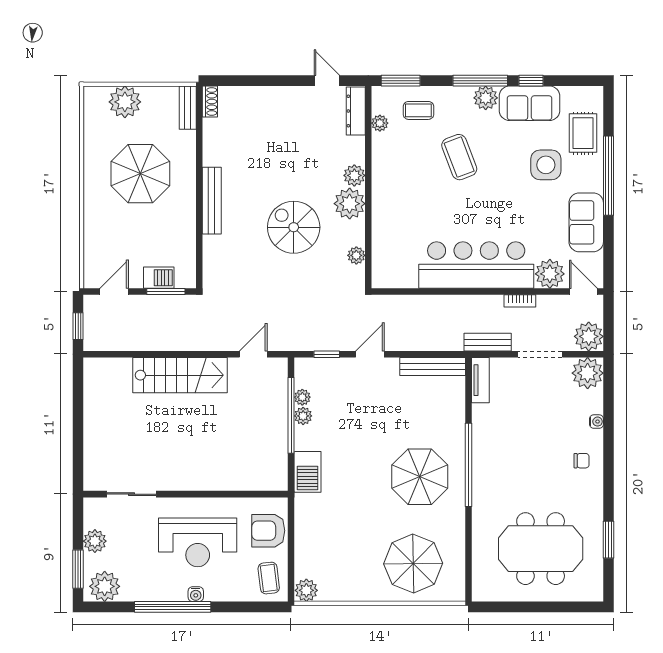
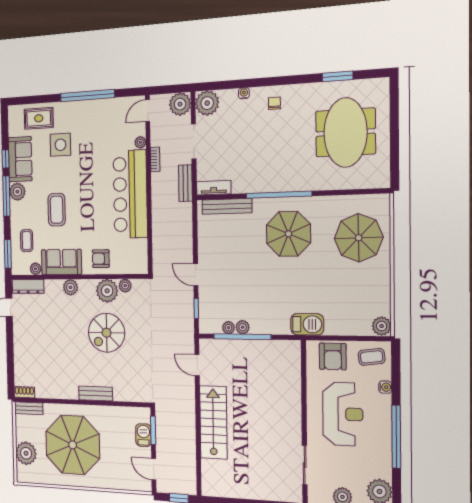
coffee table: (459, 157) -> (57, 210), turned -69
parasol: (140, 174) -> (73, 445), width x1.36, depth x1.36
window: (608, 176) -> (87, 96), moved
bench: (212, 201) -> (96, 393), width x0.73
plant: (350, 204) -> (107, 291), moved
armchair: (392, 221) -> (101, 259), added
sofa: (586, 222) -> (61, 262), moved, turned 180
plant: (550, 274) -> (140, 142), width x0.53, depth x0.53
bench: (433, 366) -> (227, 206), moved, turned 90
barbecue: (308, 472) -> (307, 324), moved
water cooler: (196, 594) -> (385, 387), moved

